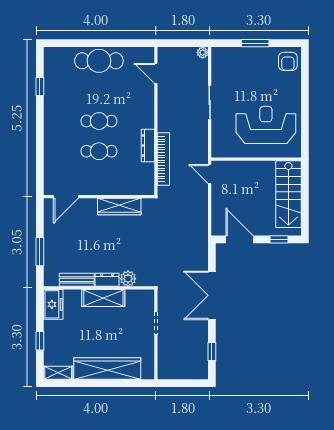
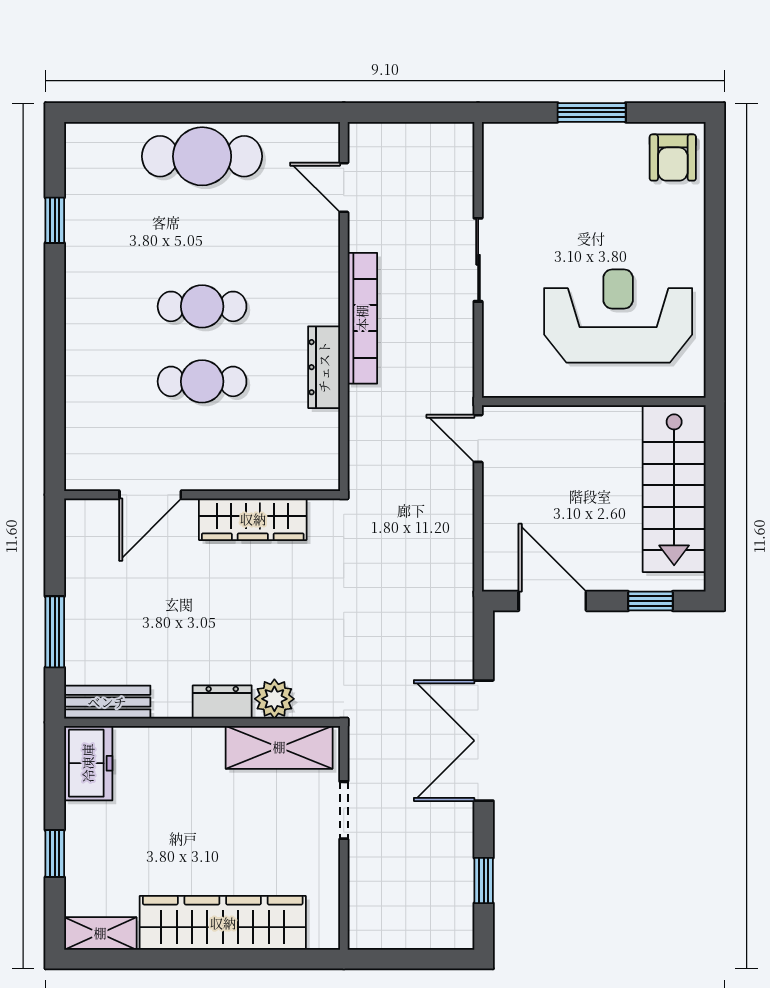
plant: (203, 53) -> (460, 136), removed
bookcase: (163, 159) -> (362, 318), moved
door: (66, 197) -> (150, 495), moved
bench: (77, 280) -> (107, 702), moved
shelving: (103, 298) -> (279, 747), moved

